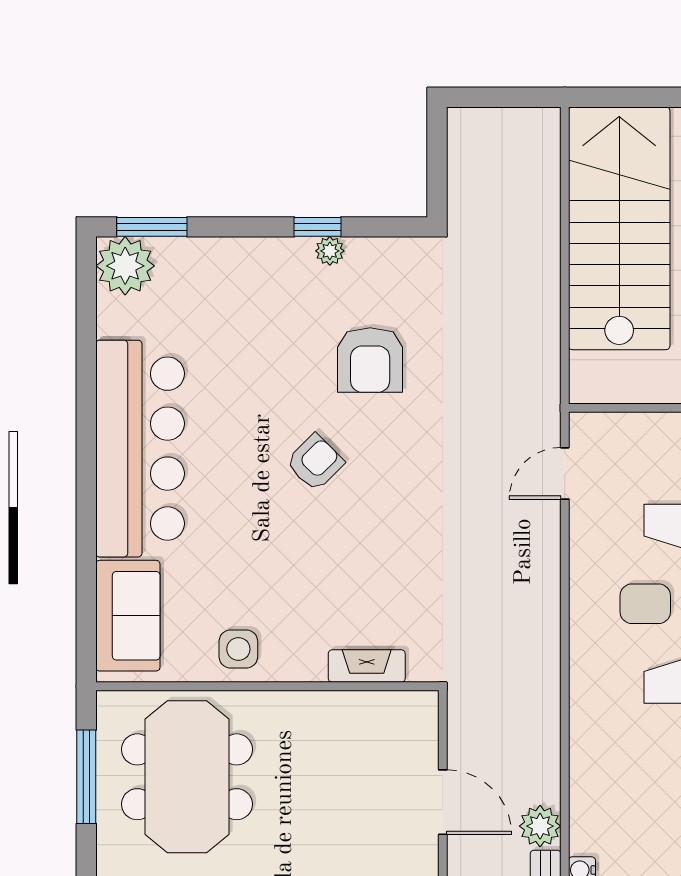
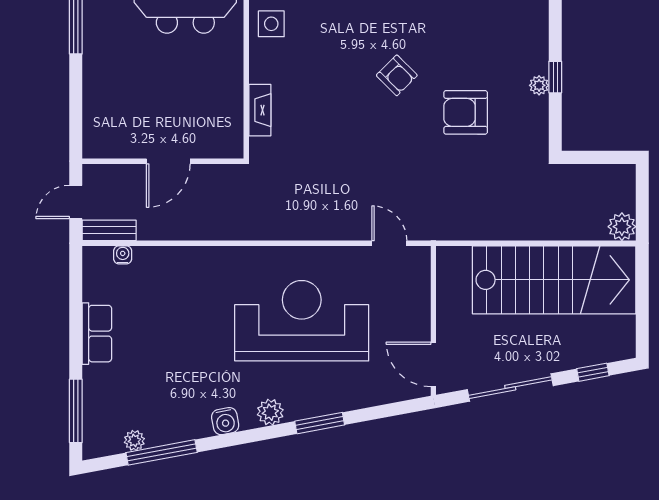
plant: (540, 826) -> (622, 227), moved

